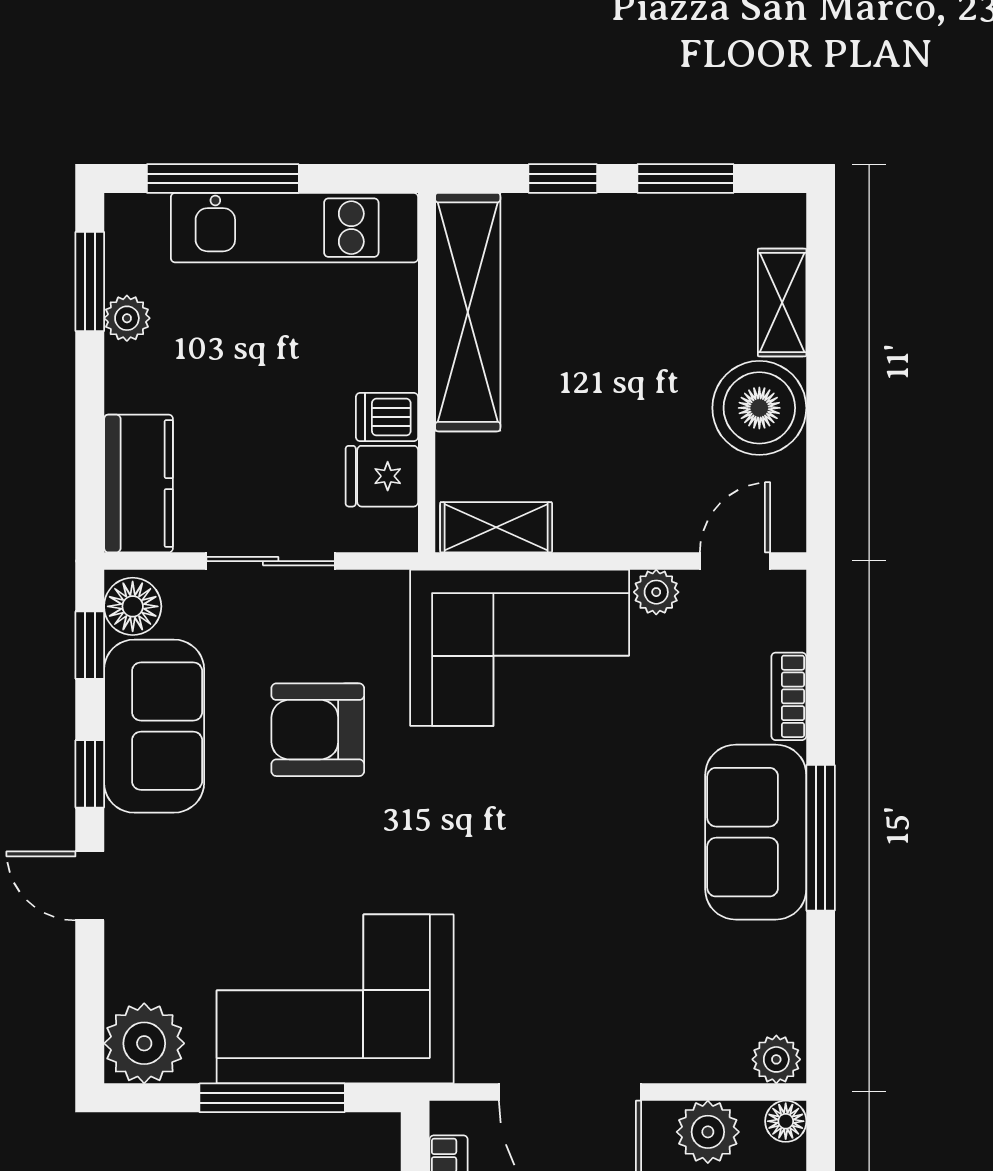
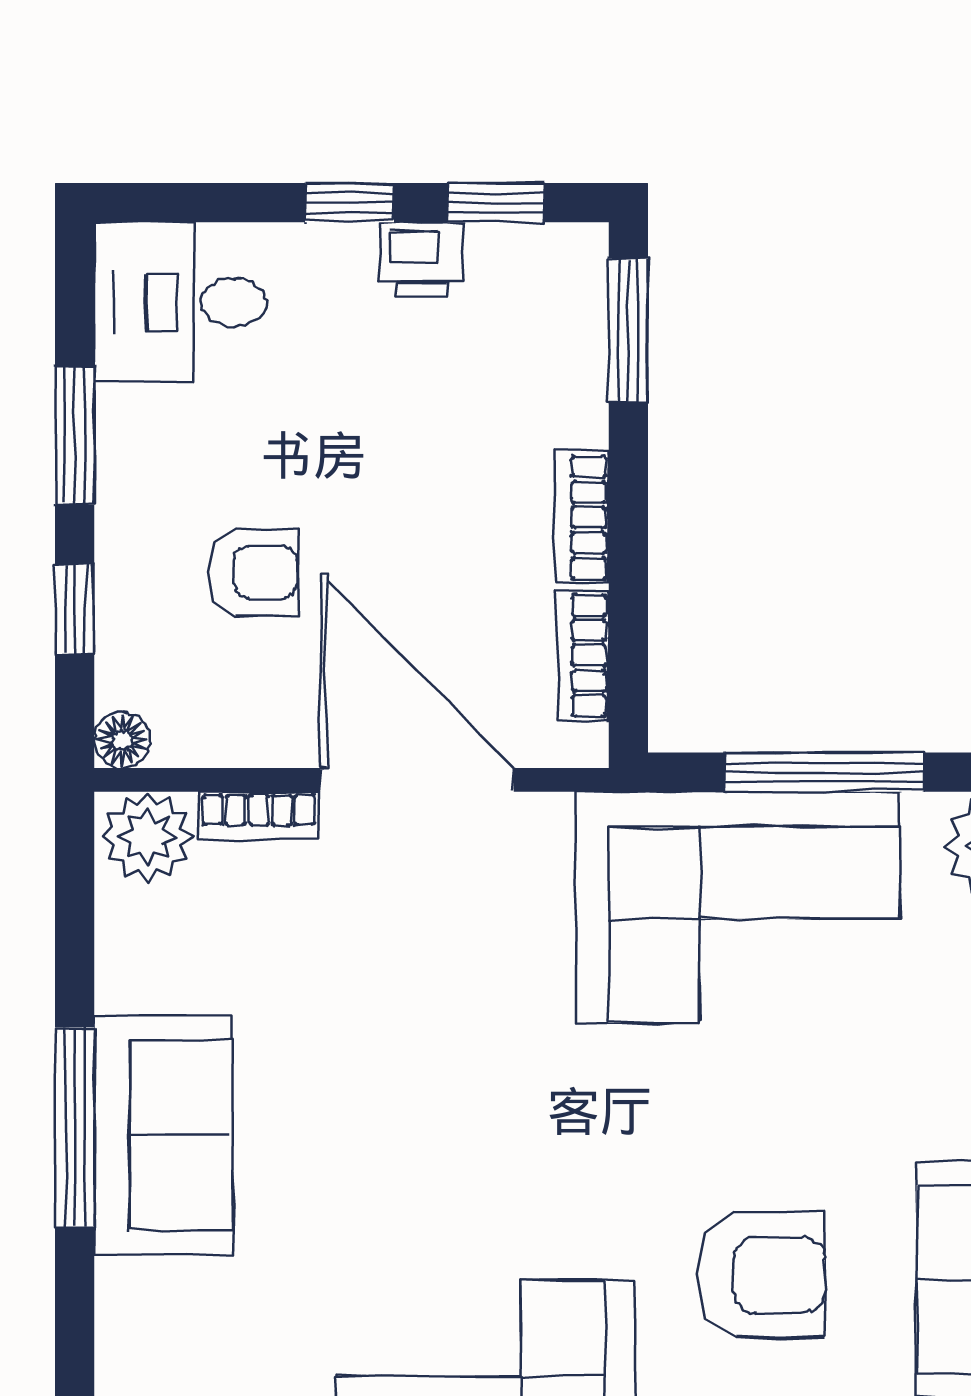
bookcase: (789, 696) -> (259, 816), moved, turned 90
plant: (776, 1059) -> (147, 837), width x1.38, depth x1.38
plant: (708, 1132) -> (229, 725), removed

